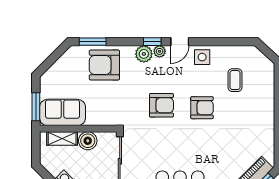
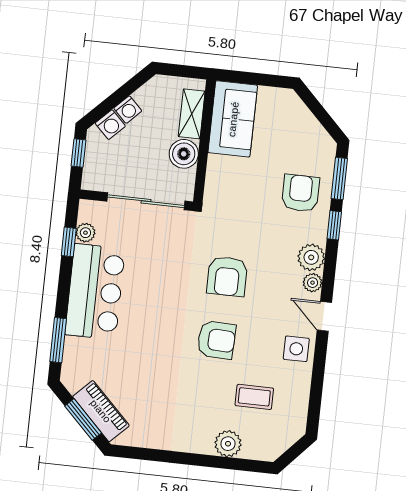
window: (152, 42) -> (334, 225), moved
armchair: (104, 65) -> (300, 193), width x0.73, depth x0.73
plant: (266, 93) -> (228, 444), added
window: (36, 107) -> (246, 78), removed
armchair: (202, 108) -> (216, 340), turned -88

